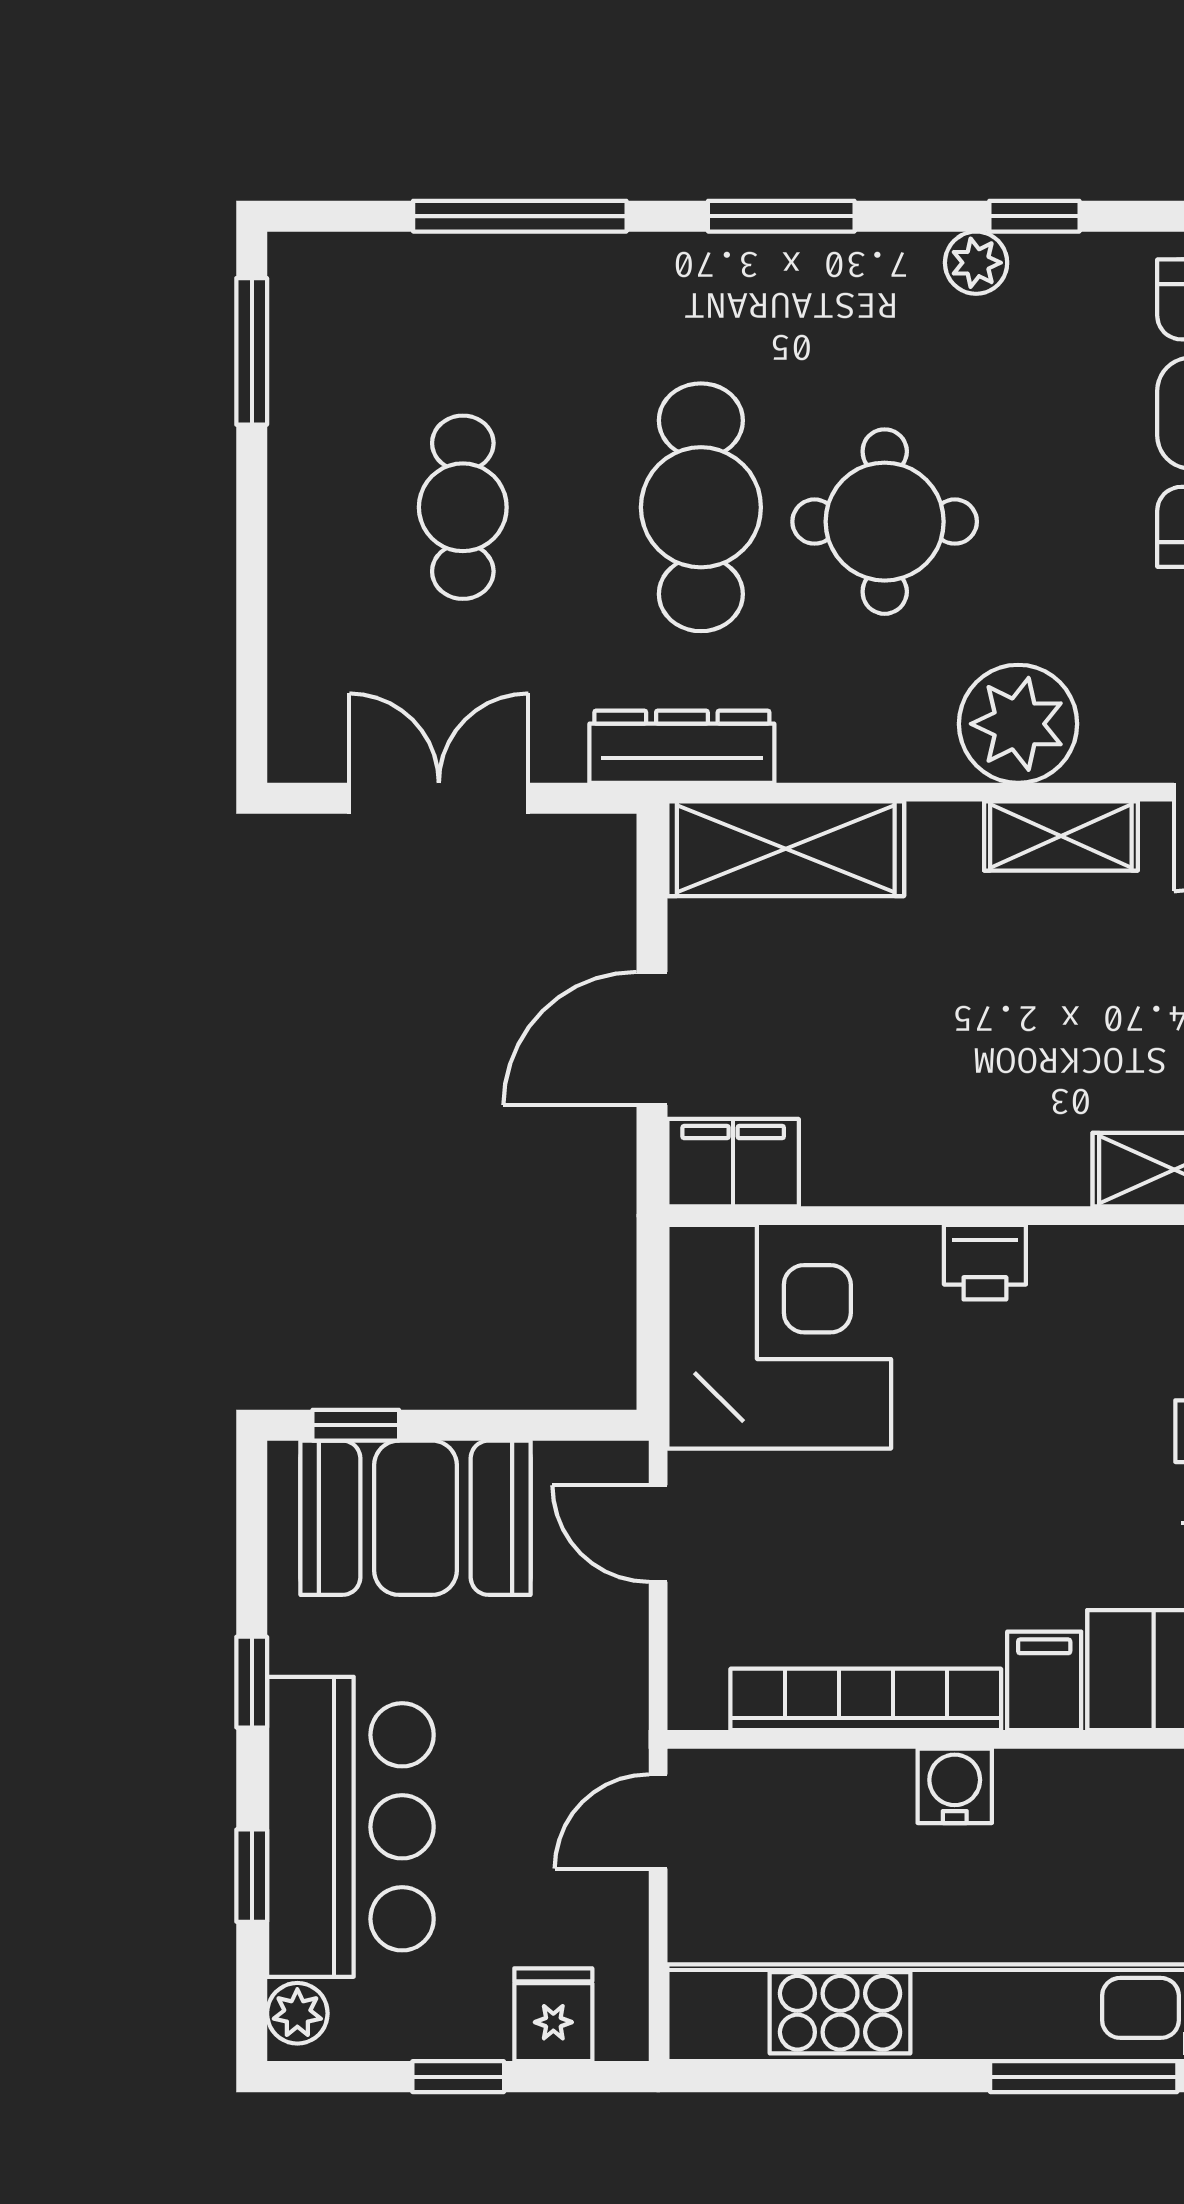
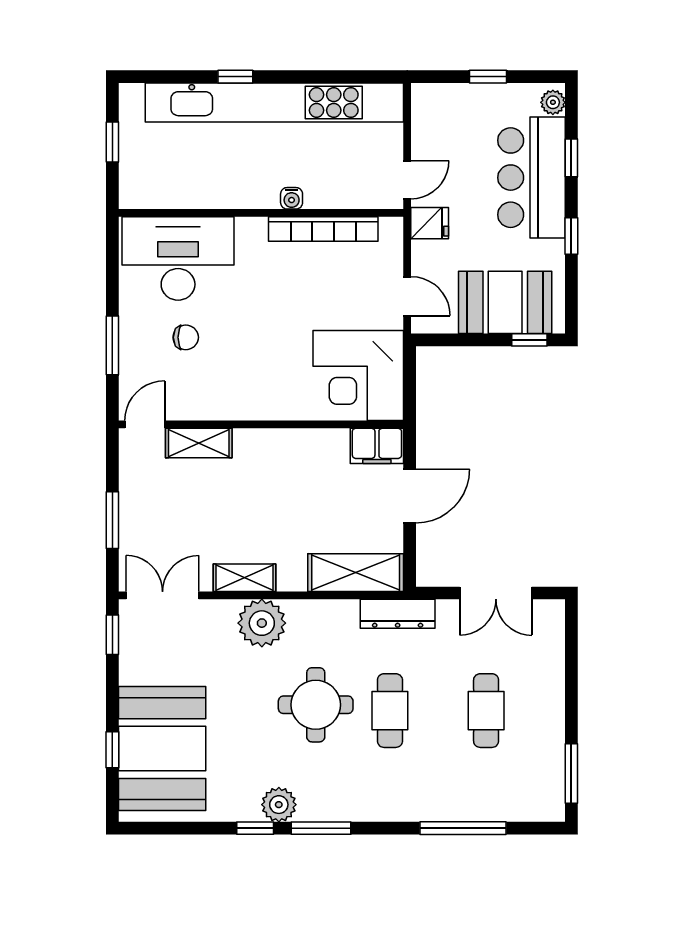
window: (781, 216) -> (321, 828), moved
plant: (976, 263) -> (279, 805), width x1.38, depth x1.38
cafe table: (701, 507) -> (390, 711), width x0.73, depth x0.74
printer: (985, 1262) -> (275, 406), removed
filing cabinet: (1044, 1681) -> (251, 237), removed
water cooler: (955, 1786) -> (292, 198), width x0.72, depth x0.72
fridge: (553, 2015) -> (430, 223), moved, turned -90
window: (1084, 2077) -> (235, 77), width x0.46

